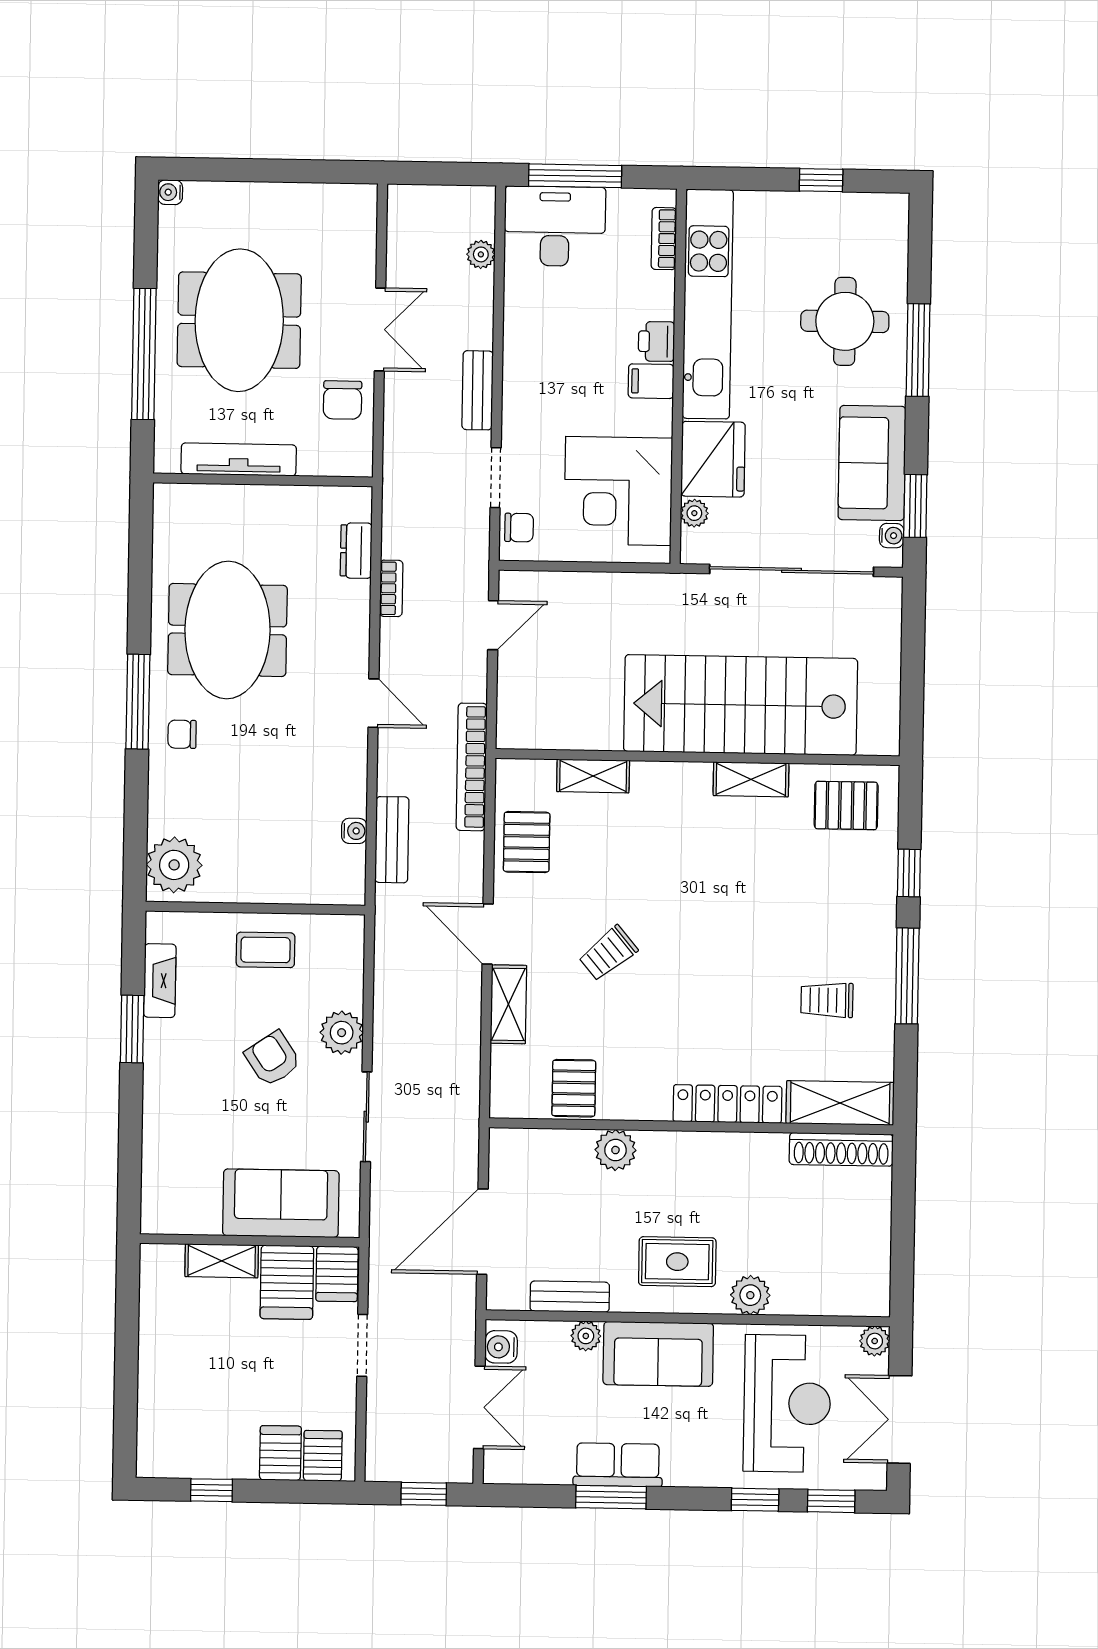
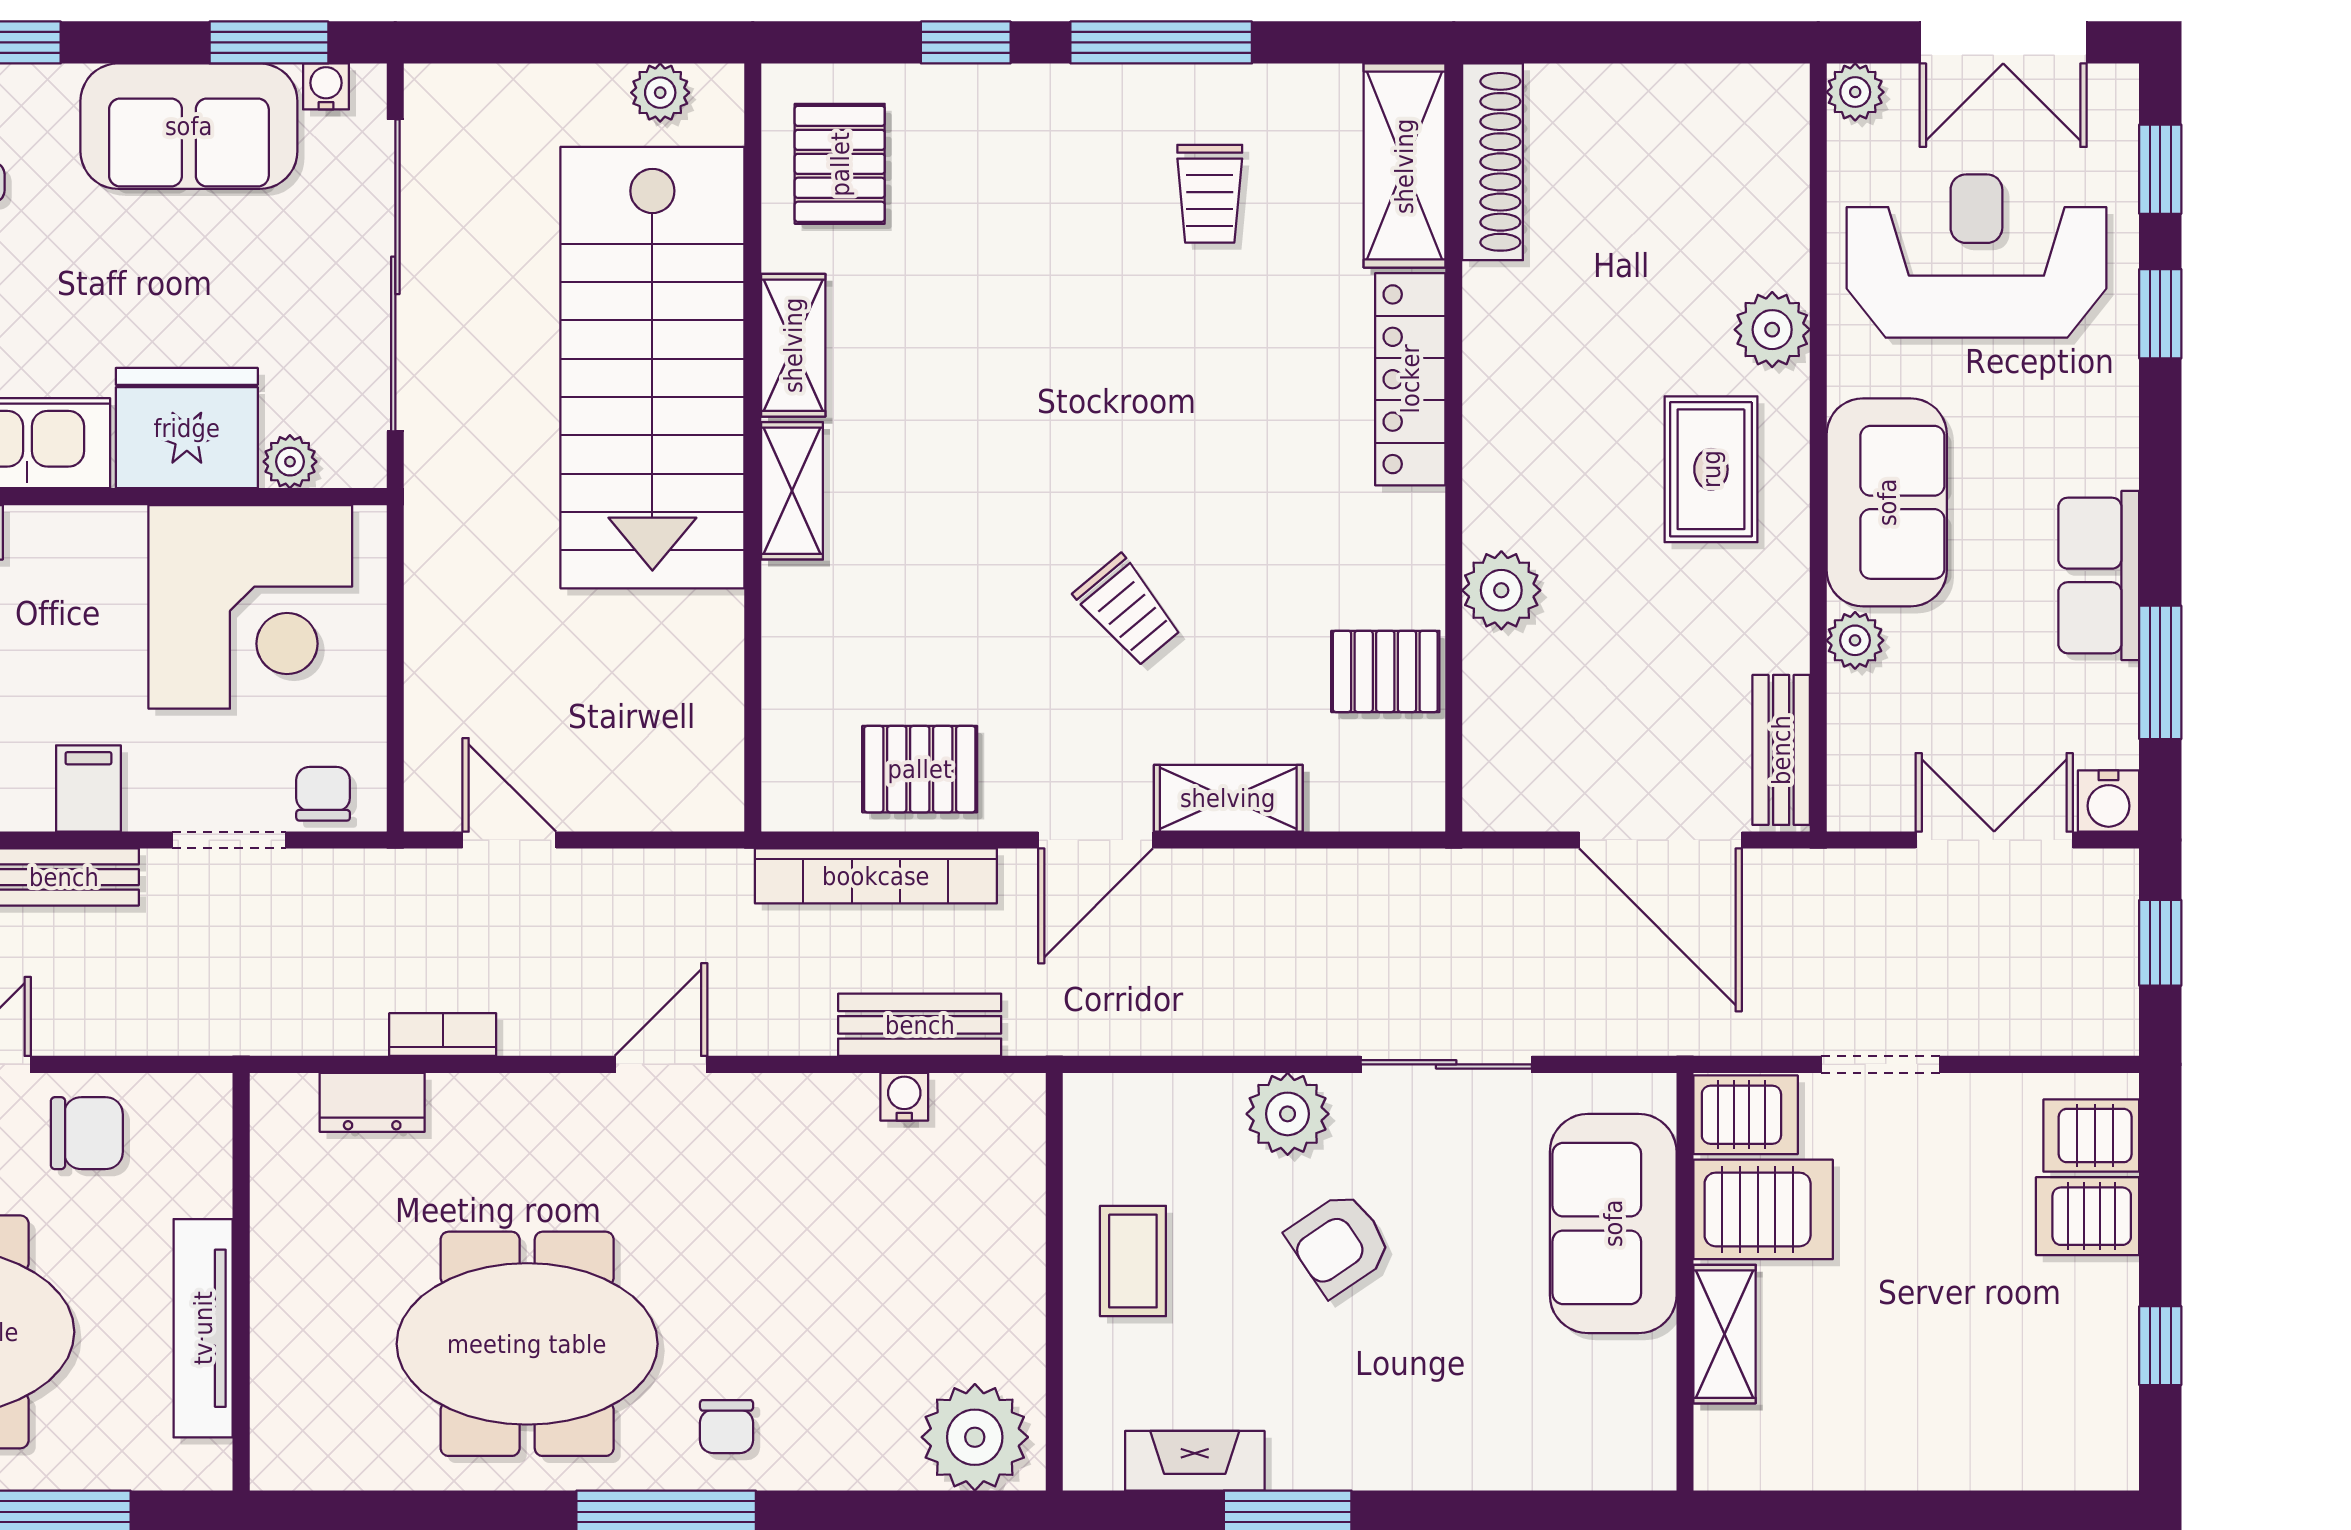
filing cabinet: (651, 381) -> (88, 788), moved, turned 180
plant: (885, 712) -> (660, 93), added
bookcase: (472, 767) -> (876, 876), moved
shelving: (593, 776) -> (792, 491), moved
bench: (570, 1297) -> (1781, 750), moved
water cooler: (501, 1347) -> (2109, 801), moved
window: (611, 1497) -> (2160, 672), moved

